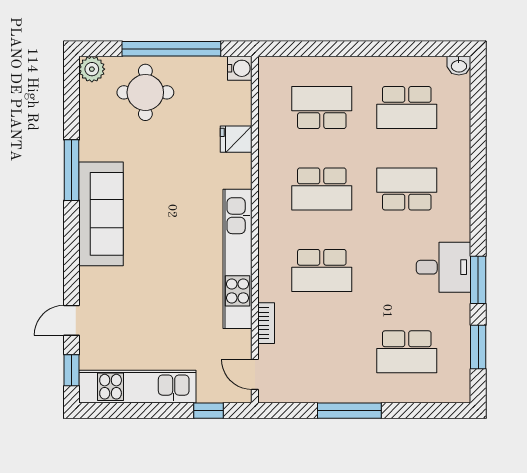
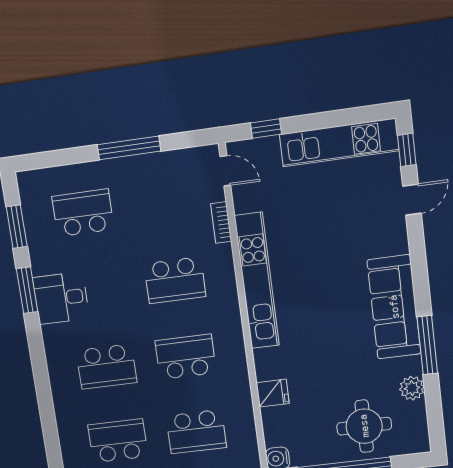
plant: (92, 69) -> (412, 388), moved
school desk: (322, 270) -> (175, 280), turned 180

